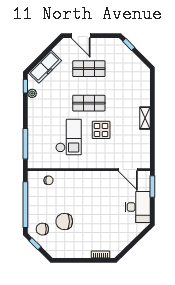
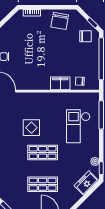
freezer: (45, 67) -> (86, 183), width x0.71
checkout: (69, 137) -> (78, 126), moved
filing cabinet: (70, 178) -> (60, 83), added
chair: (64, 221) -> (60, 21), moved, turned 100

